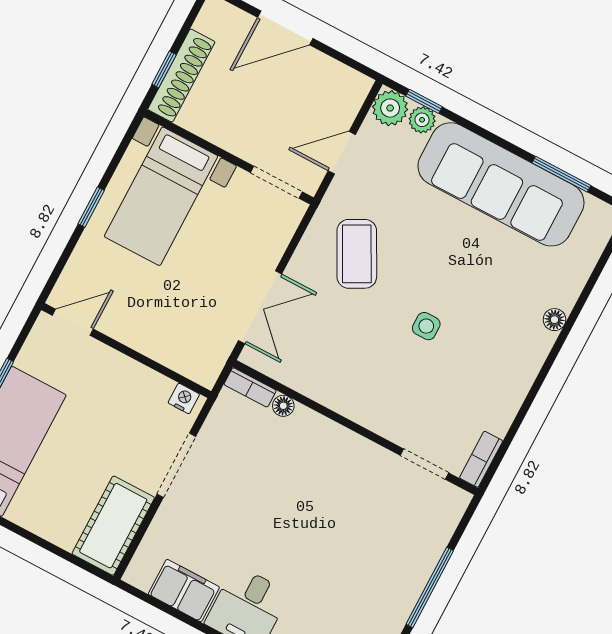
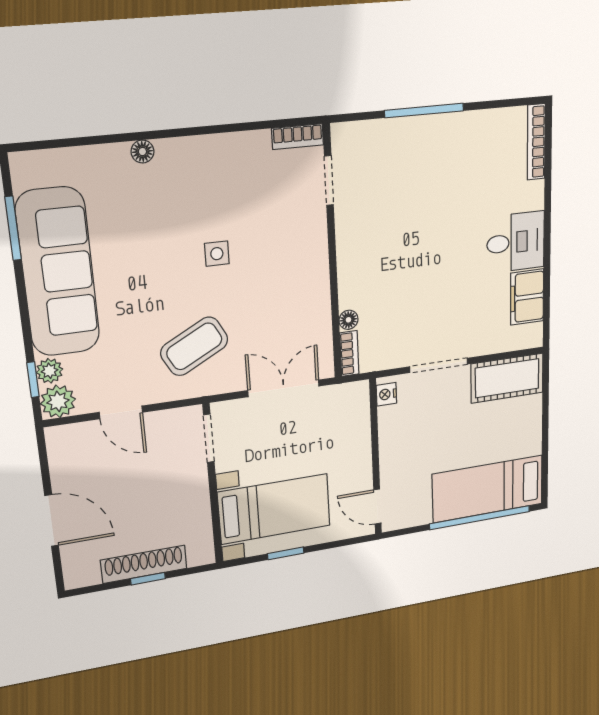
wall: (229, 157) -> (213, 485), moved
doorway: (276, 182) -> (209, 438), moved
bed with nightstands: (161, 196) -> (274, 509), moved

